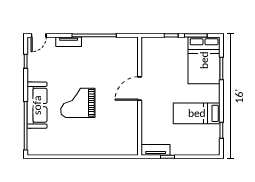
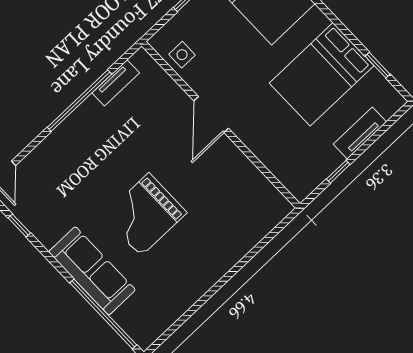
tv unit: (69, 42) -> (116, 83), moved
side table: (150, 55) -> (182, 55), added
bed: (197, 113) -> (322, 74), width x1.50
tv unit: (156, 150) -> (360, 133), moved

